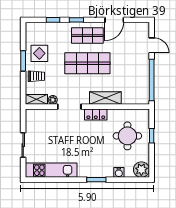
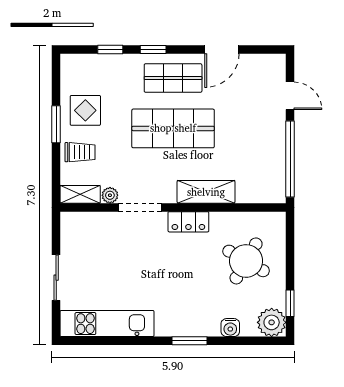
round table: (127, 136) -> (246, 261), turned 30
window: (152, 136) -> (290, 303), moved

